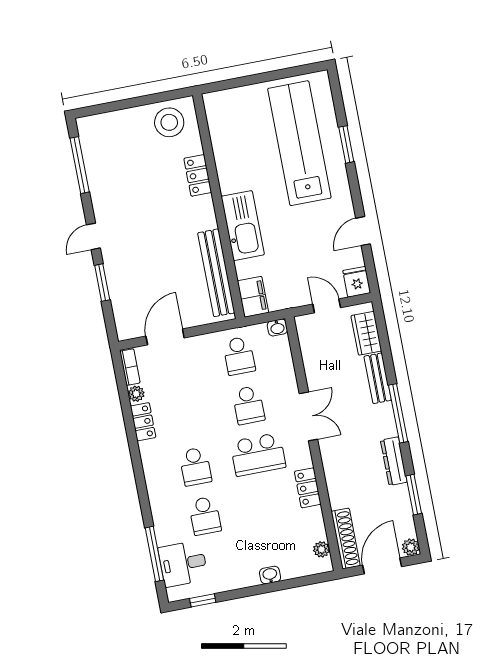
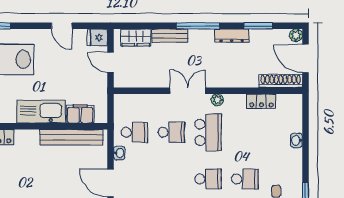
filing cabinet: (253, 297) -> (80, 114), moved
door: (327, 306) -> (111, 62), hinge flipped
washbasin: (277, 327) -> (119, 153), moved
locker: (308, 488) -> (261, 101), moved
plant: (321, 549) -> (217, 100), moved

